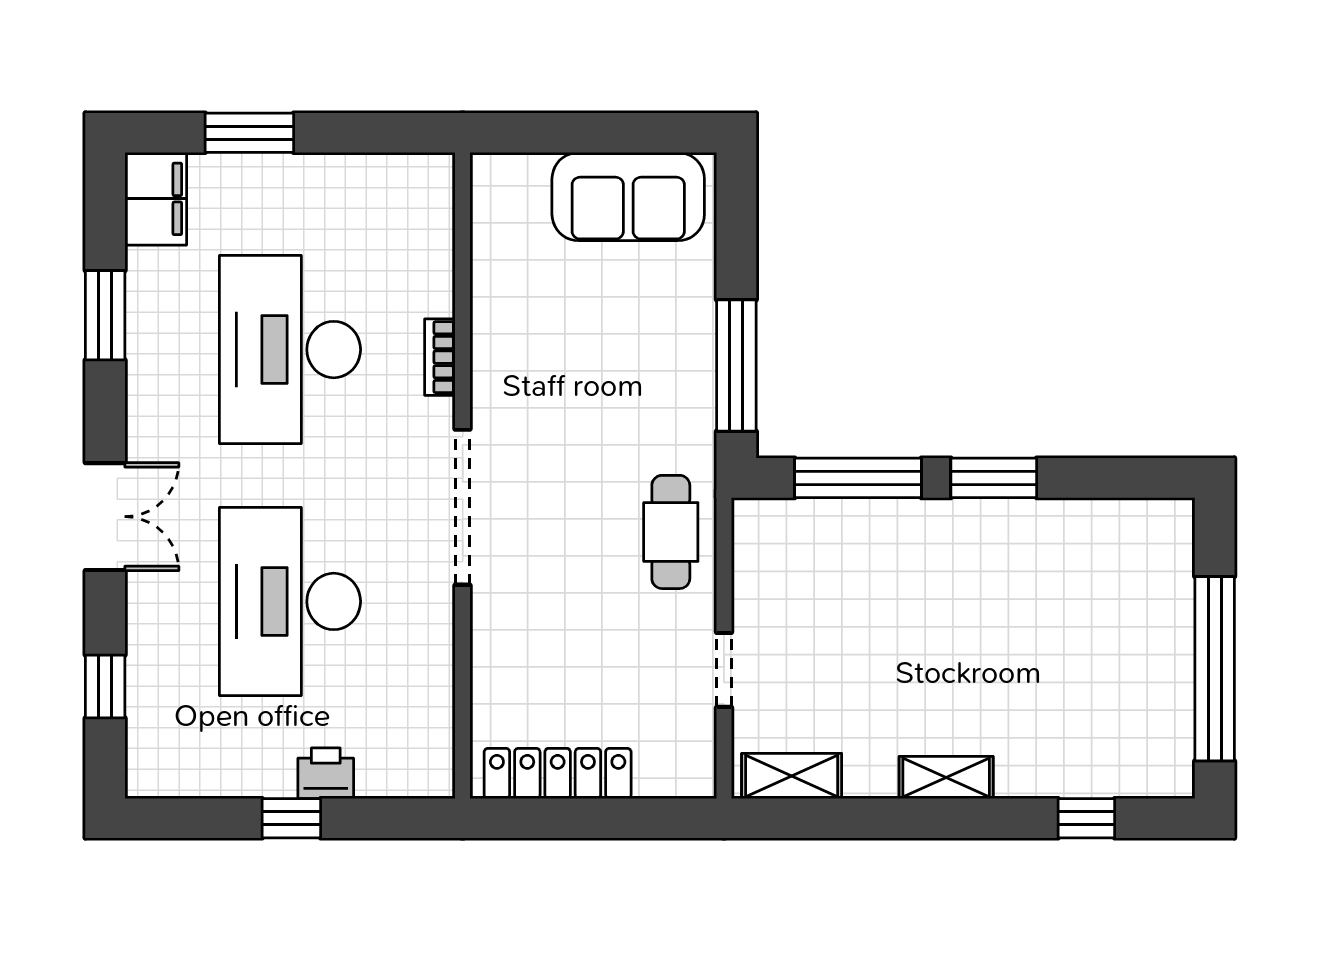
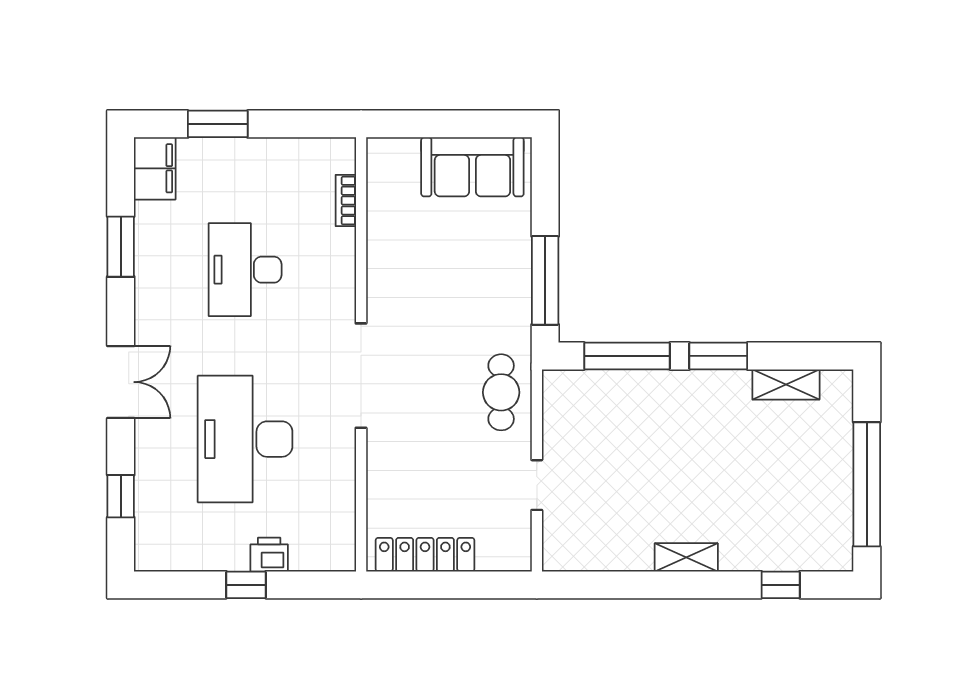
desk: (290, 350) -> (245, 270), width x0.73, depth x0.77
bookcase: (440, 357) -> (346, 201), moved
shelving: (792, 776) -> (786, 384), moved

